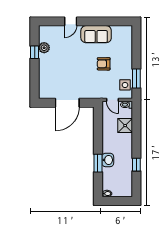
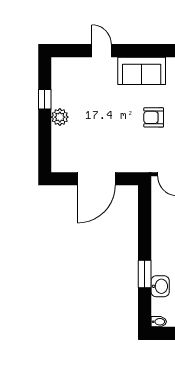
door: (71, 21) -> (102, 51), swing flipped
plant: (44, 48) -> (60, 117), moved
washbasin: (108, 160) -> (160, 286), moved

